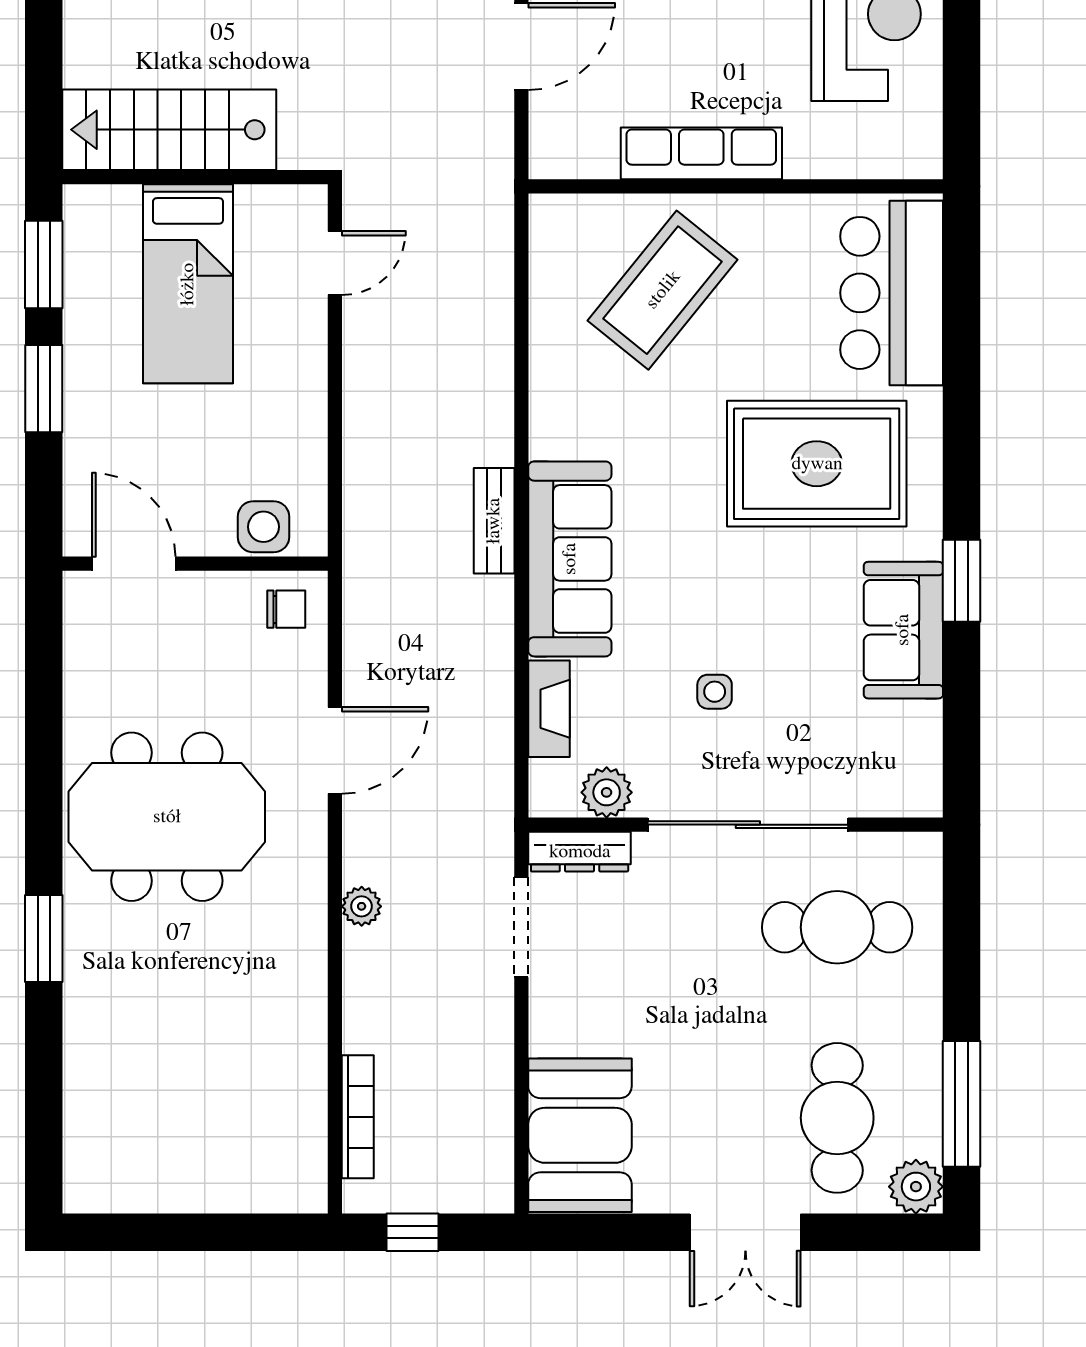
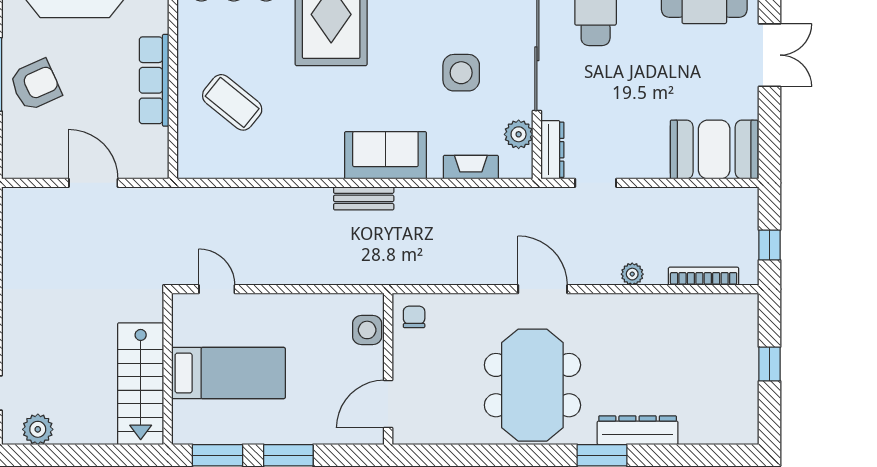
coffee table: (663, 290) -> (232, 102), width x0.73, depth x0.76
sofa: (570, 559) -> (385, 155), width x0.73
side table: (715, 692) -> (461, 73), width x1.87, depth x1.87
door: (335, 750) -> (543, 289), moved
plant: (362, 906) -> (632, 274), moved
doorway: (521, 927) -> (596, 183), width x0.73
dresser: (88, 1001) -> (638, 430), added
window: (204, 1232) -> (769, 364), added

